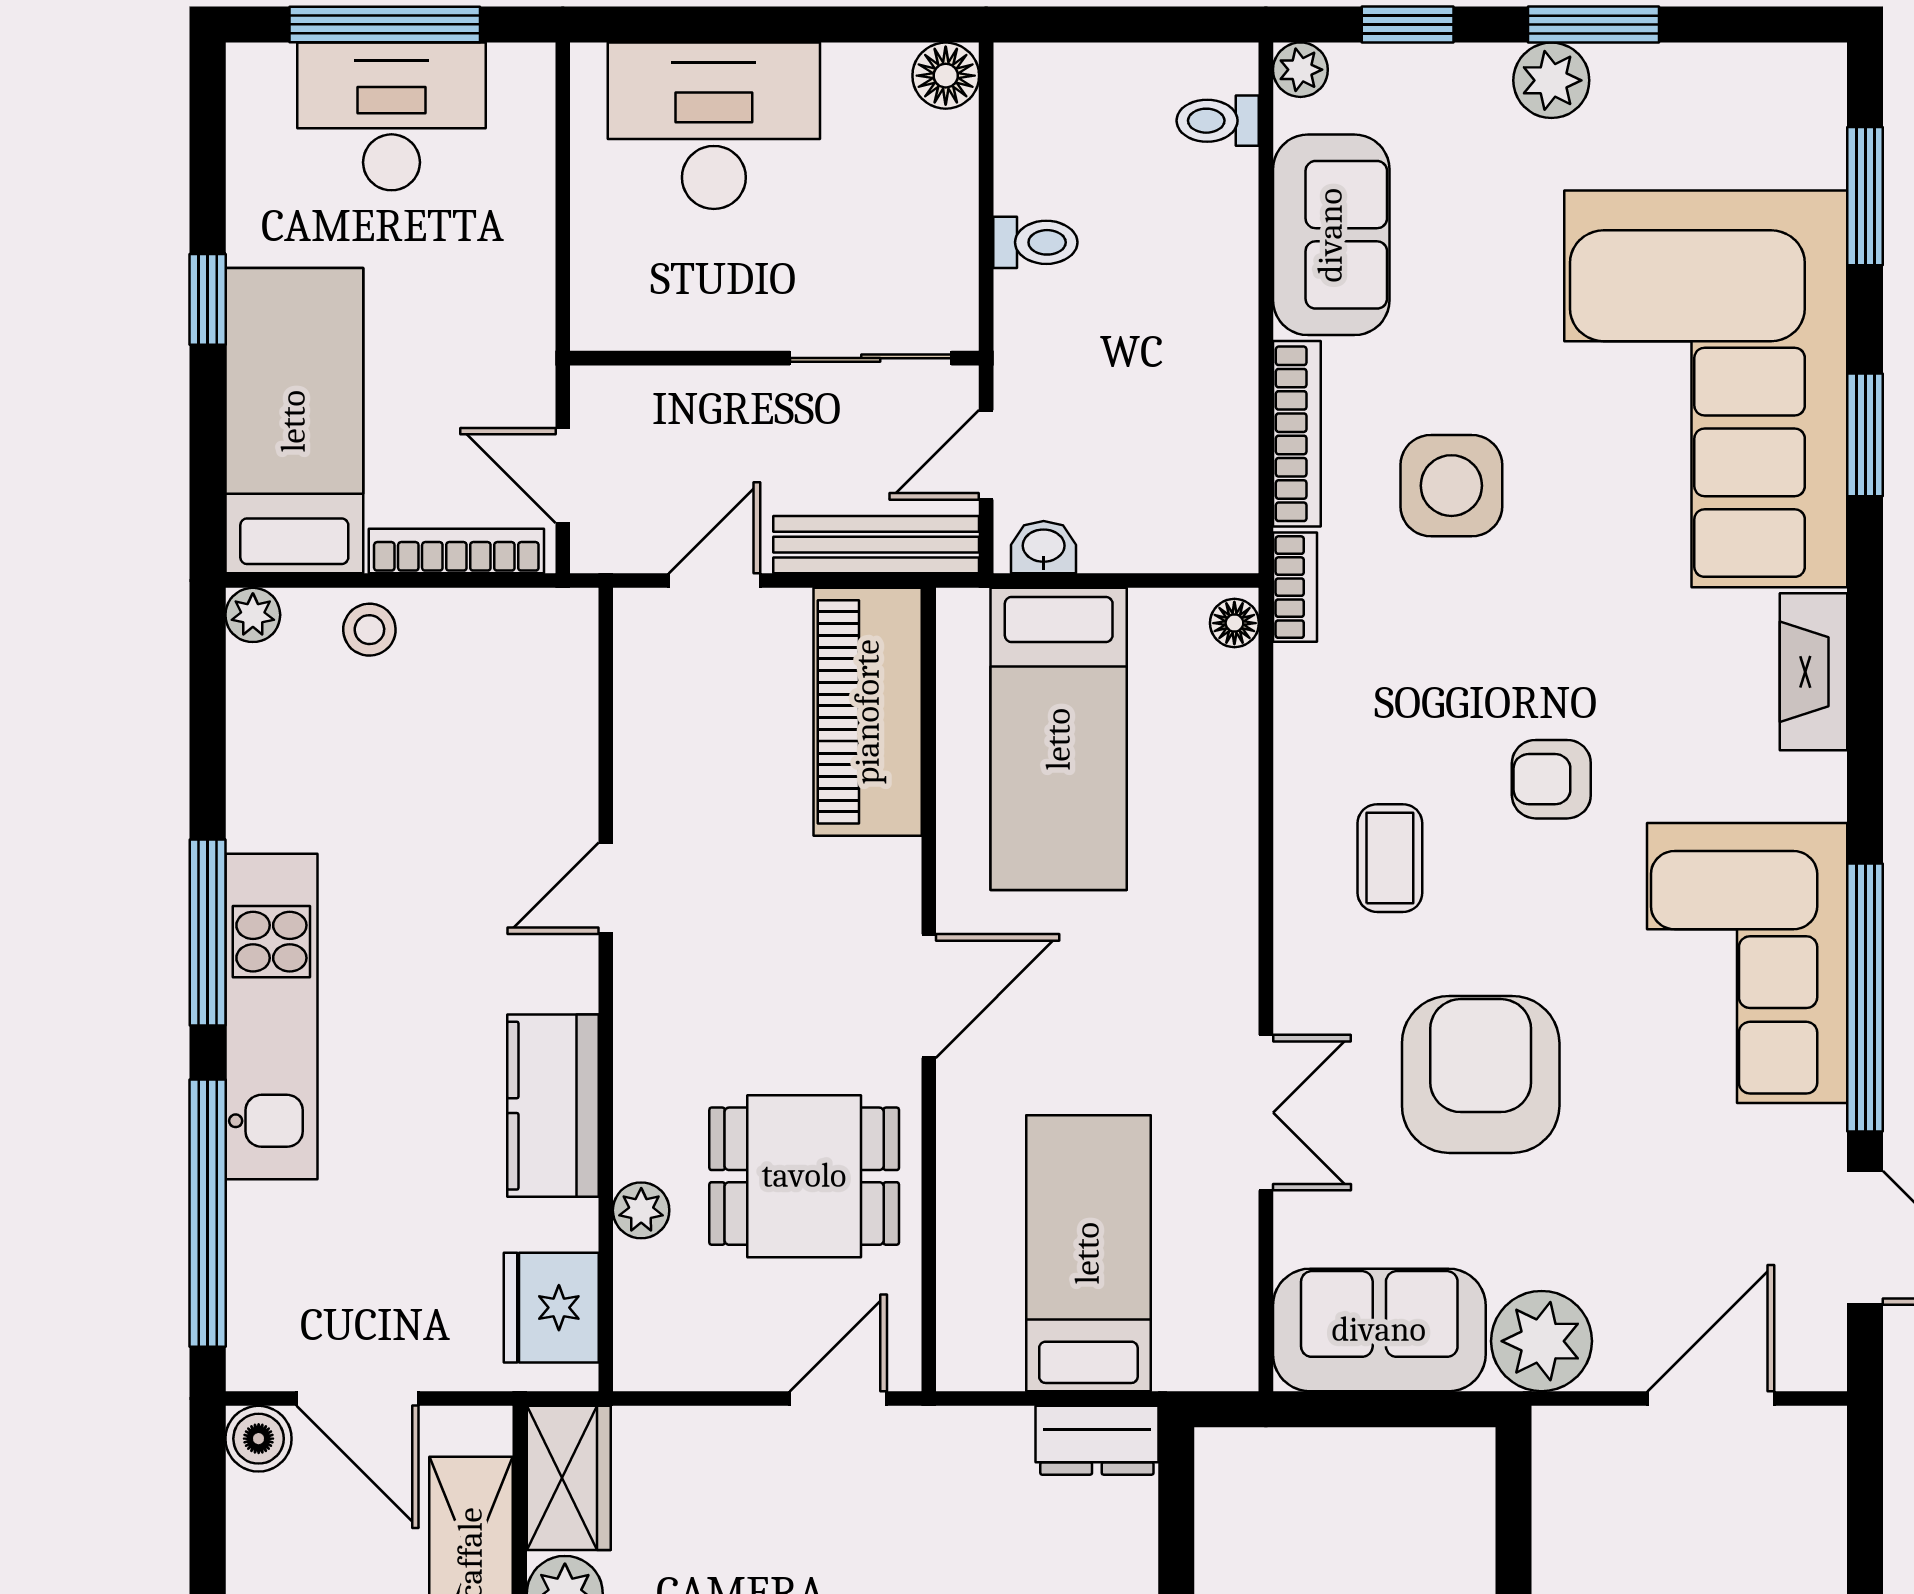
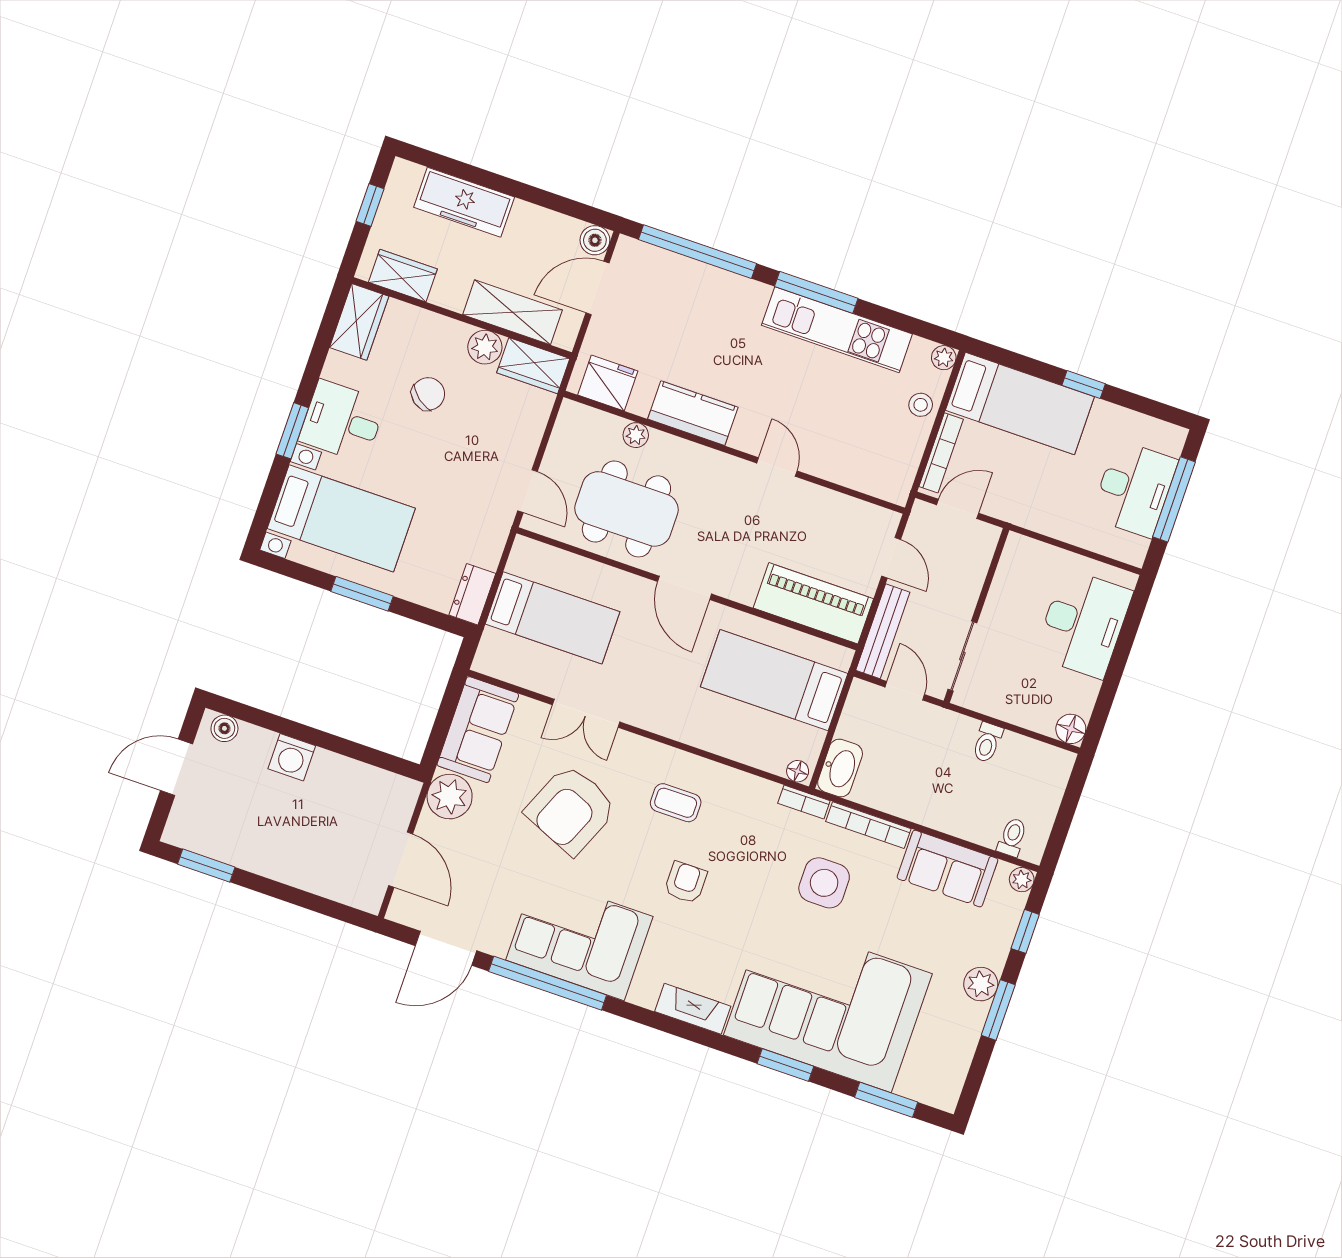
washbasin: (1044, 547) -> (840, 768), moved, width x1.91, depth x1.45
kitchen unit: (271, 1017) -> (837, 330), moved
armchair: (1481, 1074) -> (571, 810), turned 113
dining table: (804, 1176) -> (626, 509), width x1.38

